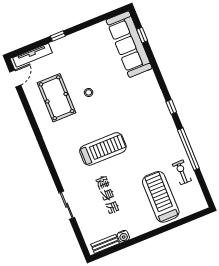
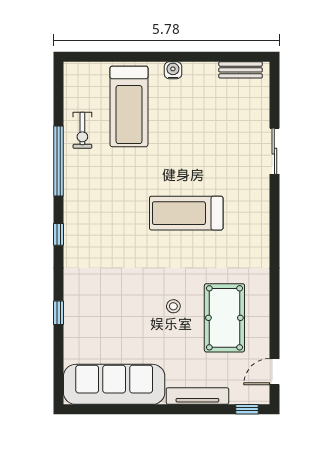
window: (142, 35) -> (59, 313), moved
window: (58, 36) -> (247, 409), moved
sofa: (129, 44) -> (114, 384), moved, turned -90
tv unit: (32, 55) -> (197, 396), moved
water cooler: (123, 236) -> (173, 70), moved

